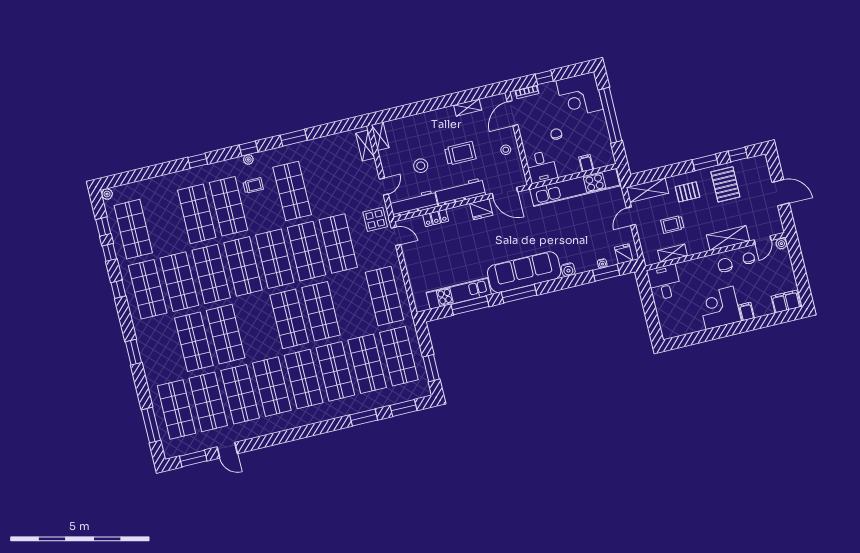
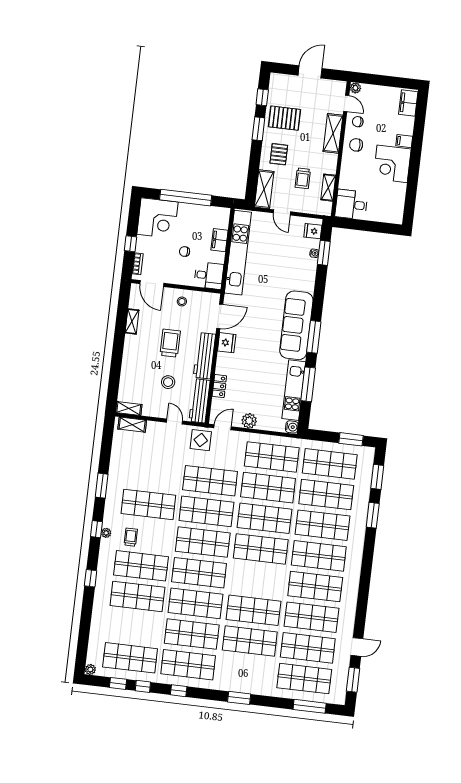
filing cabinet: (586, 163) -> (219, 240), width x2.00
plant: (412, 260) -> (249, 421), added
water cooler: (568, 270) -> (292, 427), moved
shop shelf: (353, 304) -> (268, 488), added

